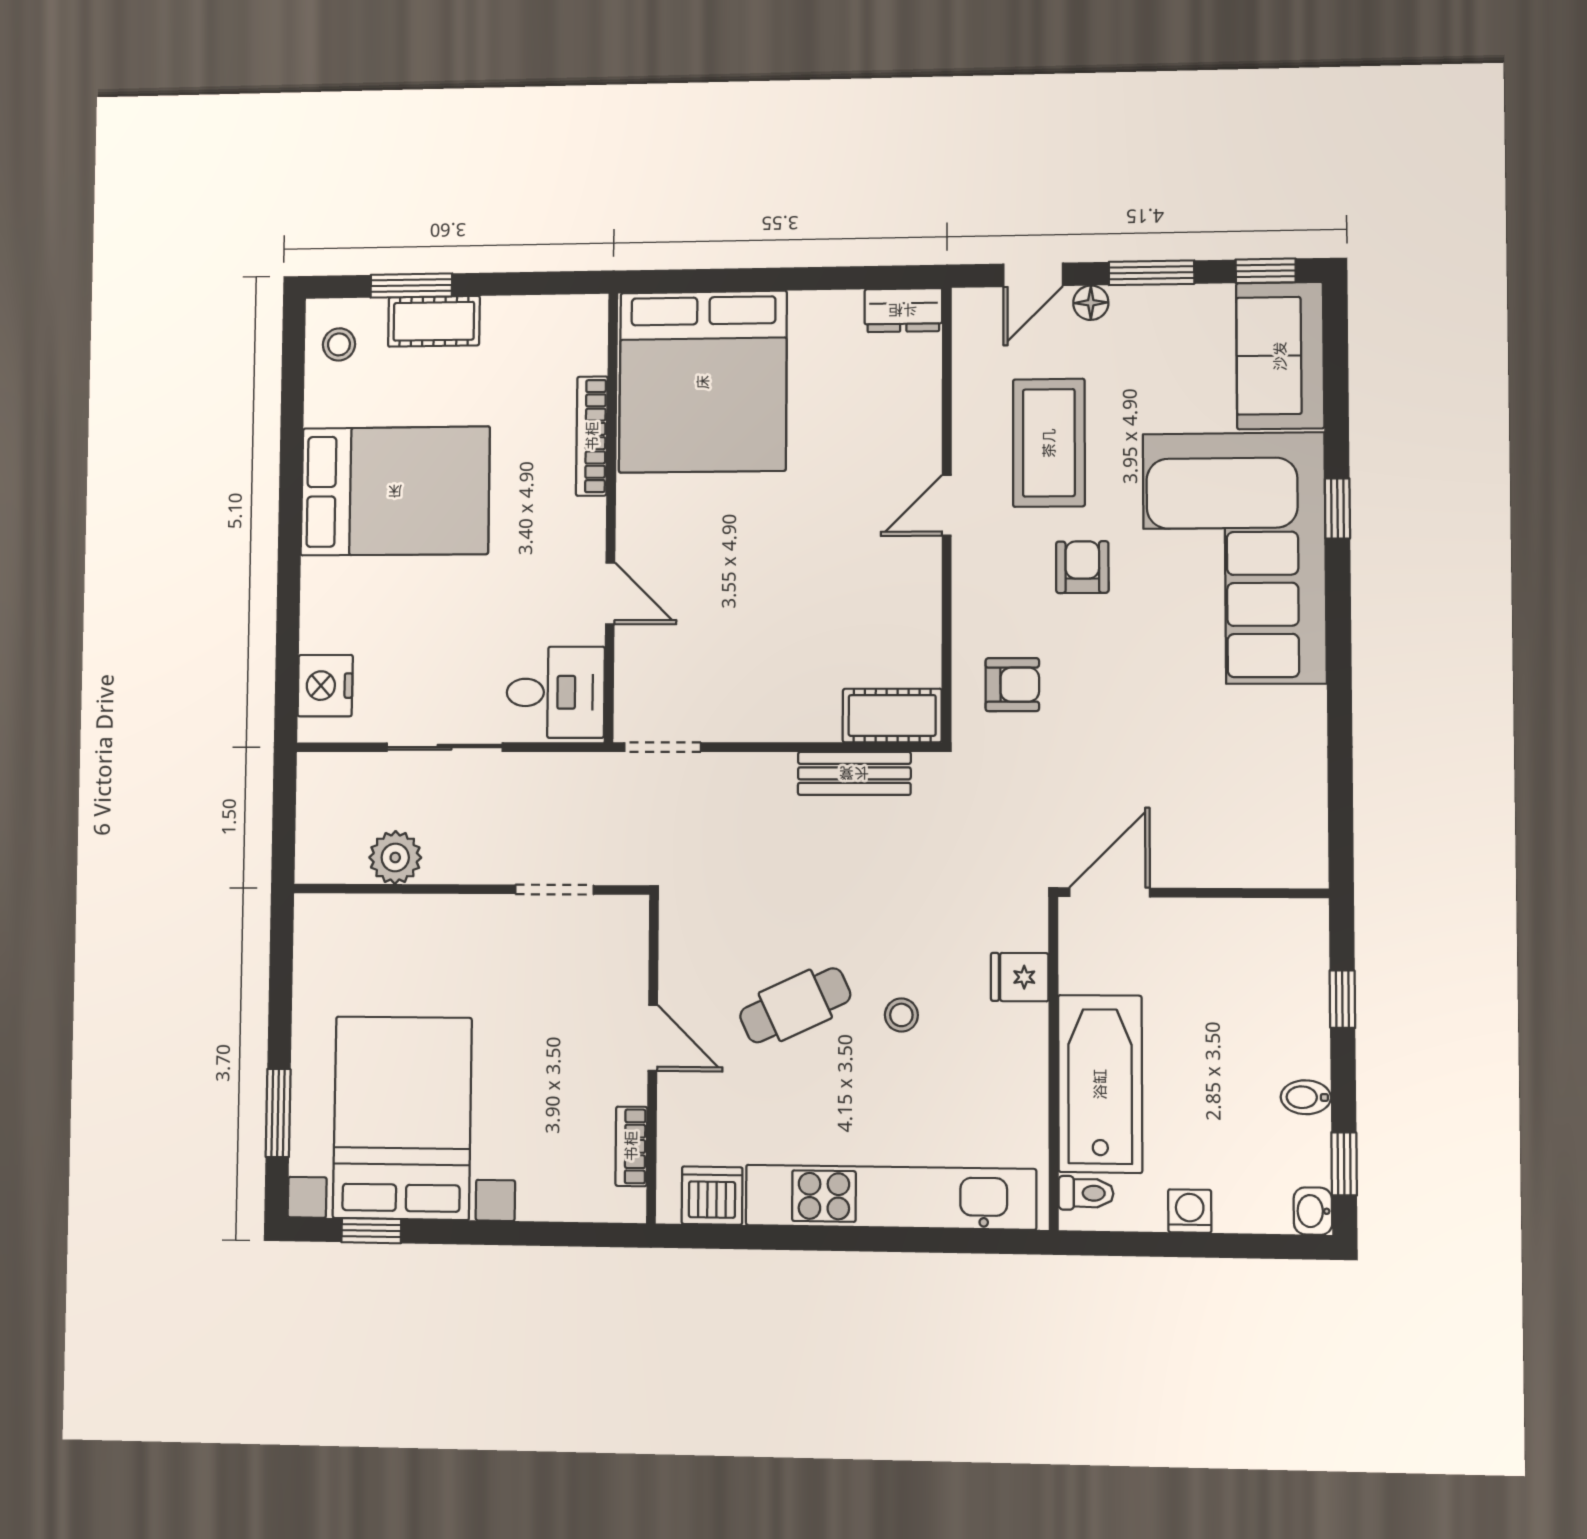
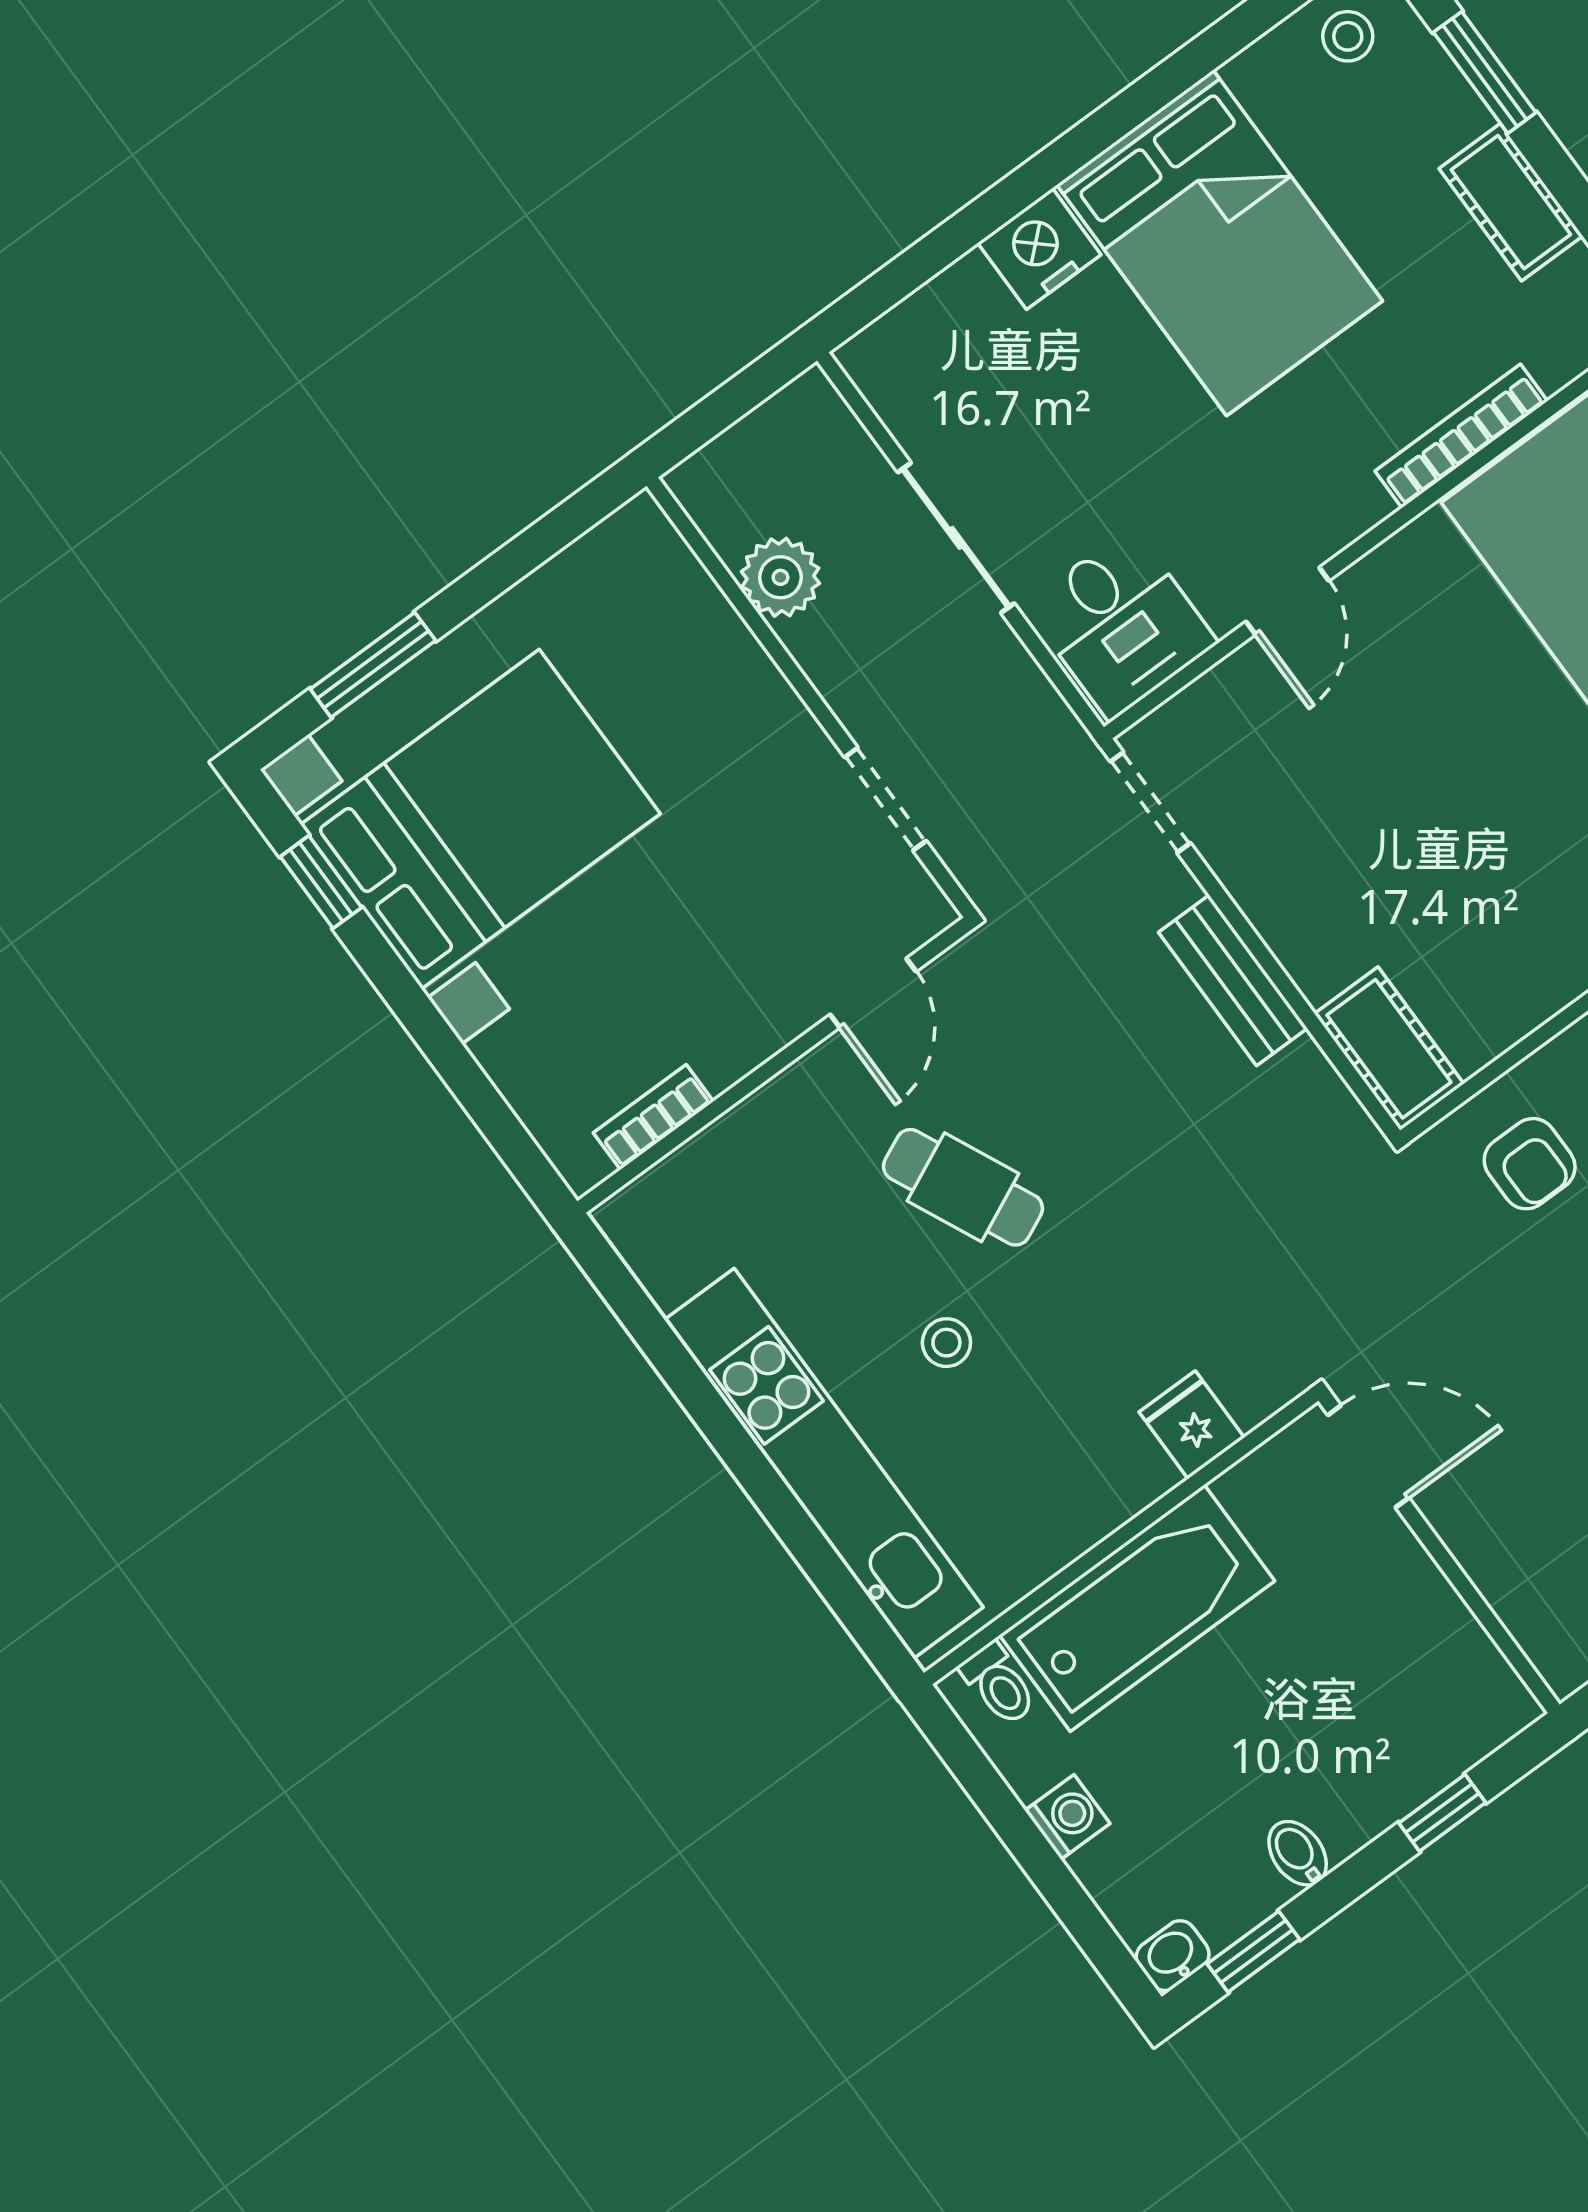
cot: (434, 321) -> (1511, 202), moved
nightstand: (325, 686) -> (1039, 249), moved
bench: (854, 773) -> (1233, 980), moved
stool: (901, 1015) -> (946, 1343), moved
door: (653, 1038) -> (873, 993), moved
dishwasher: (712, 1196) -> (668, 1255), removed

